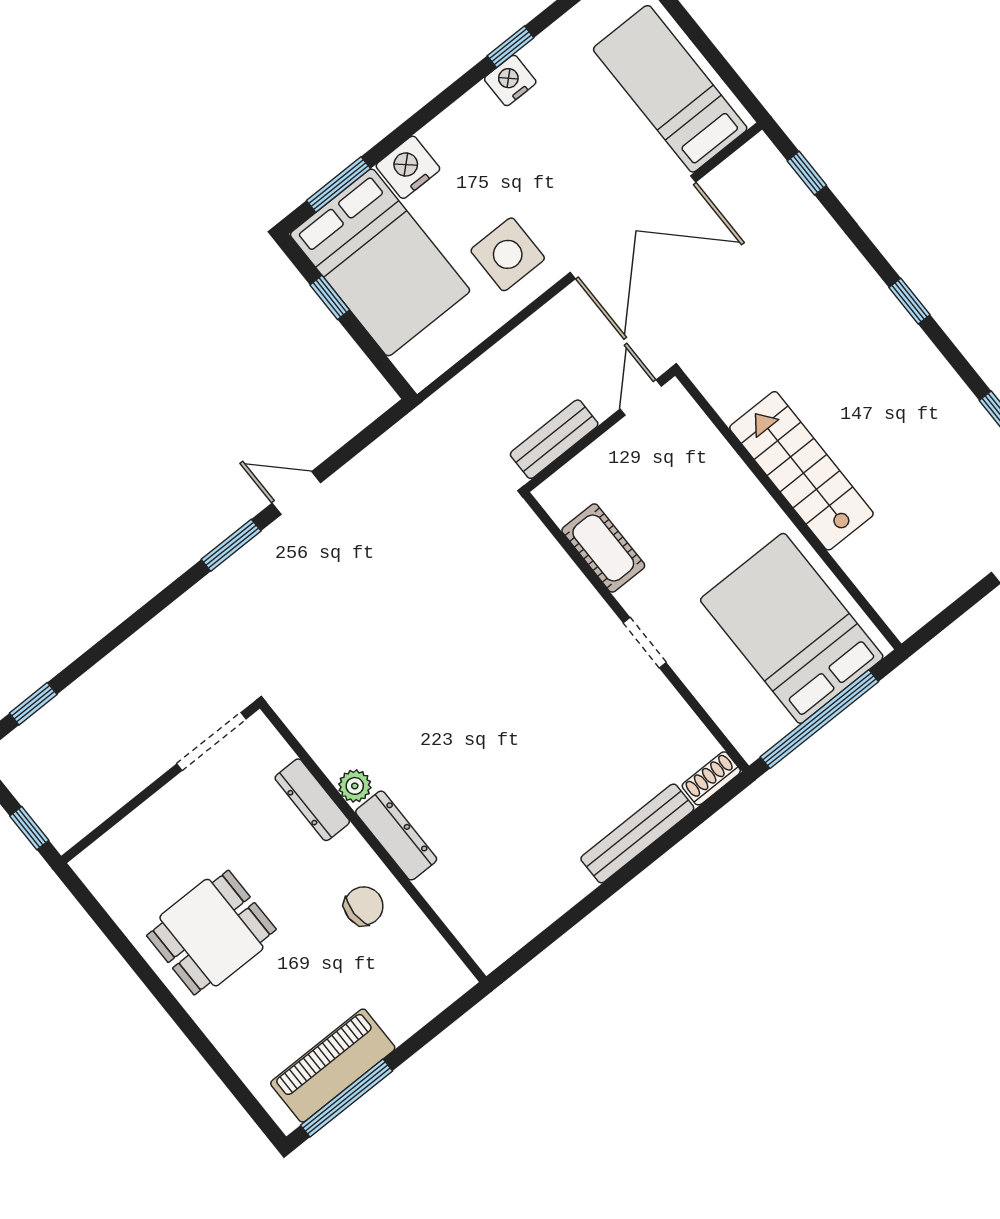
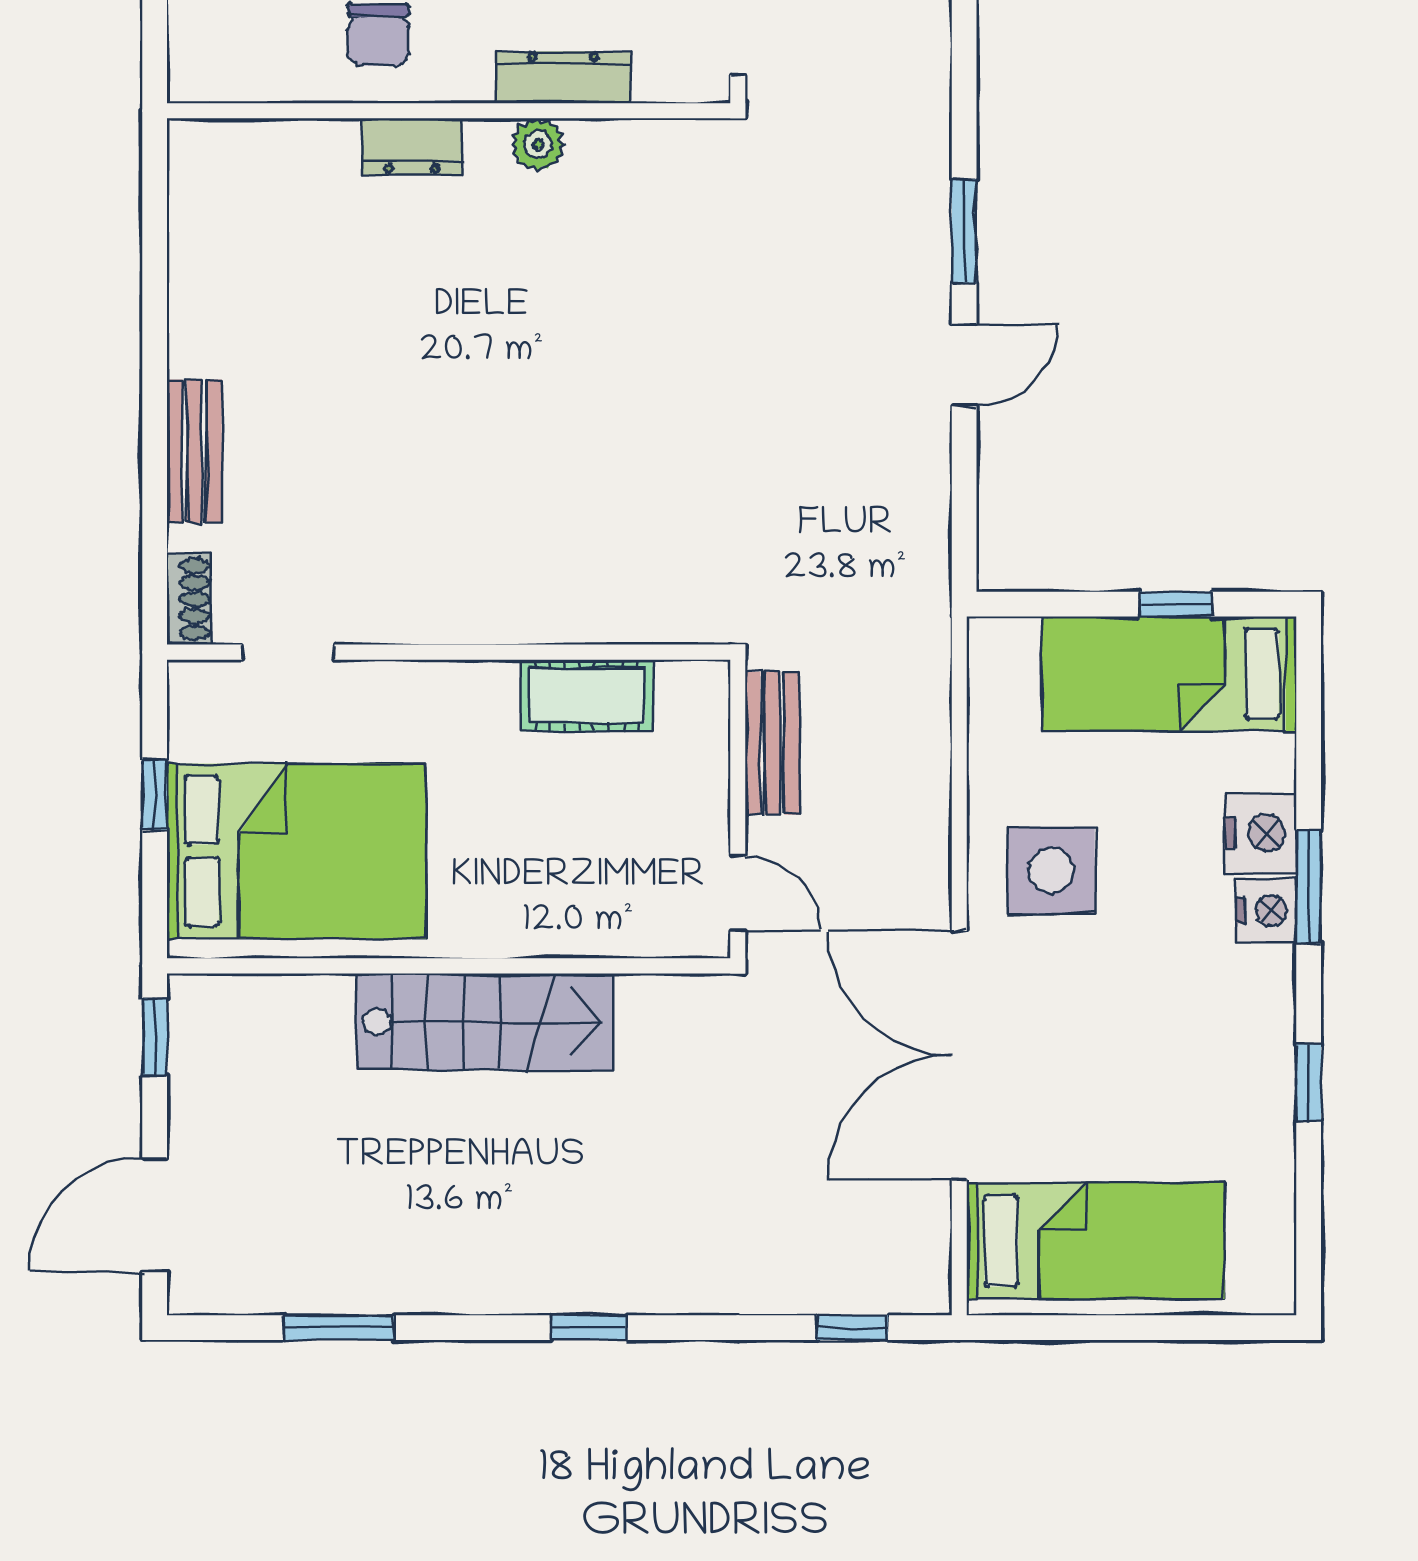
nightstand: (510, 80) -> (1267, 910), moved
window: (338, 185) -> (1309, 887), moved
bed: (380, 262) -> (1169, 674), width x0.67
window: (937, 625) -> (155, 1037), added
doorway: (645, 643) -> (288, 652), moved
window: (819, 719) -> (155, 794), width x0.32
bench: (637, 833) -> (194, 451), width x0.73
dresser: (396, 836) -> (412, 147), width x0.70

